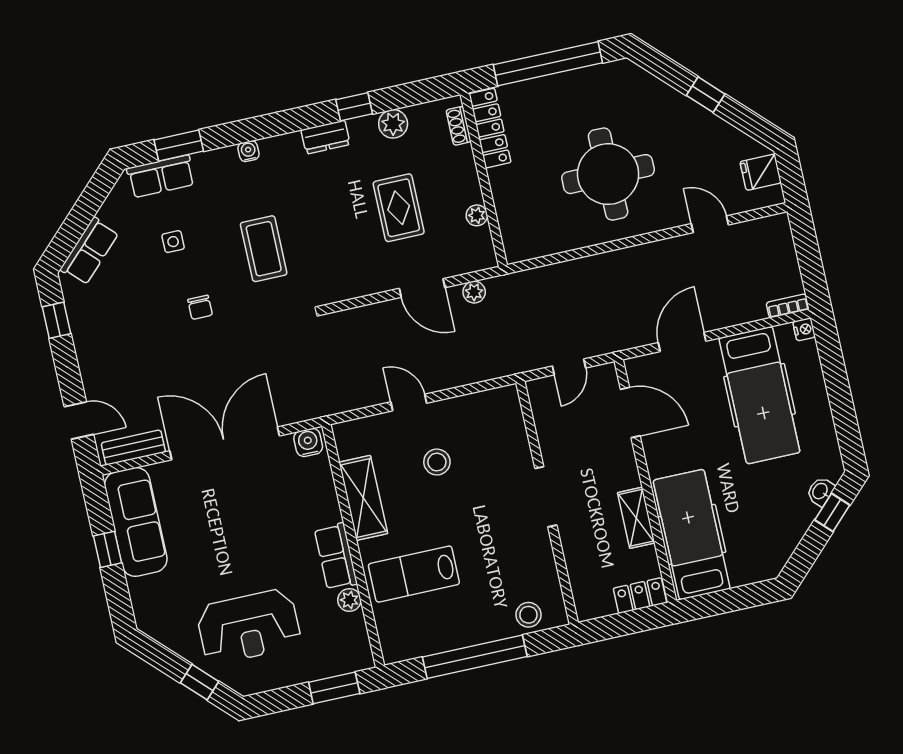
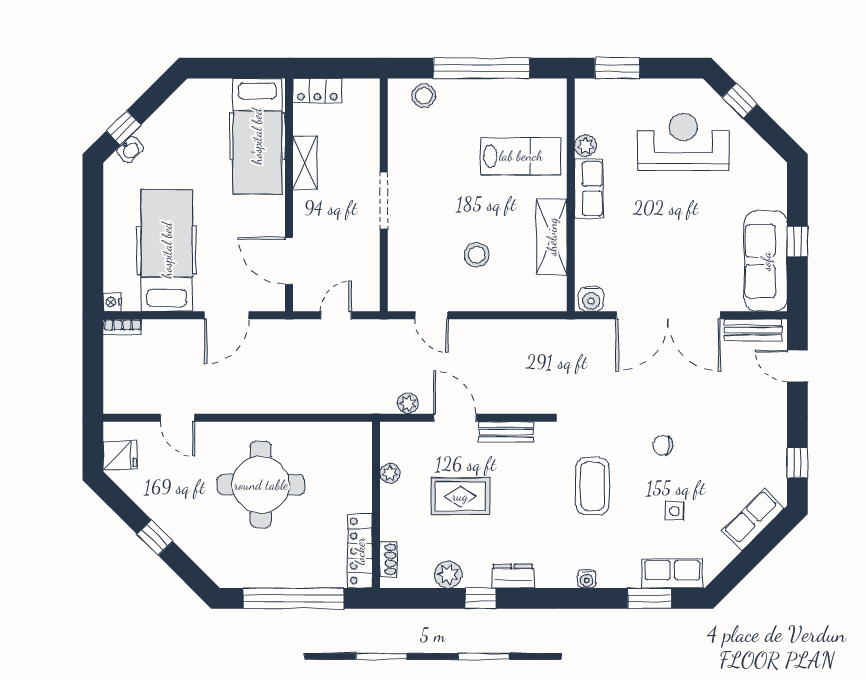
rug: (399, 208) -> (460, 496), turned 90
bench: (366, 285) -> (506, 432), added
chair: (200, 307) -> (663, 445), turned -82
door: (409, 403) -> (432, 315), moved

